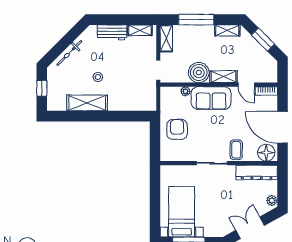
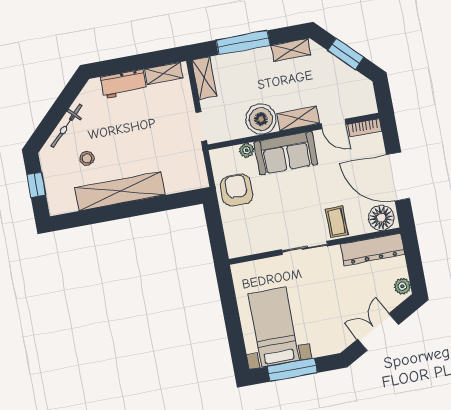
stool: (98, 77) -> (87, 158), moved
shelving: (87, 103) -> (120, 191), width x1.47
armchair: (177, 129) -> (237, 190), moved

